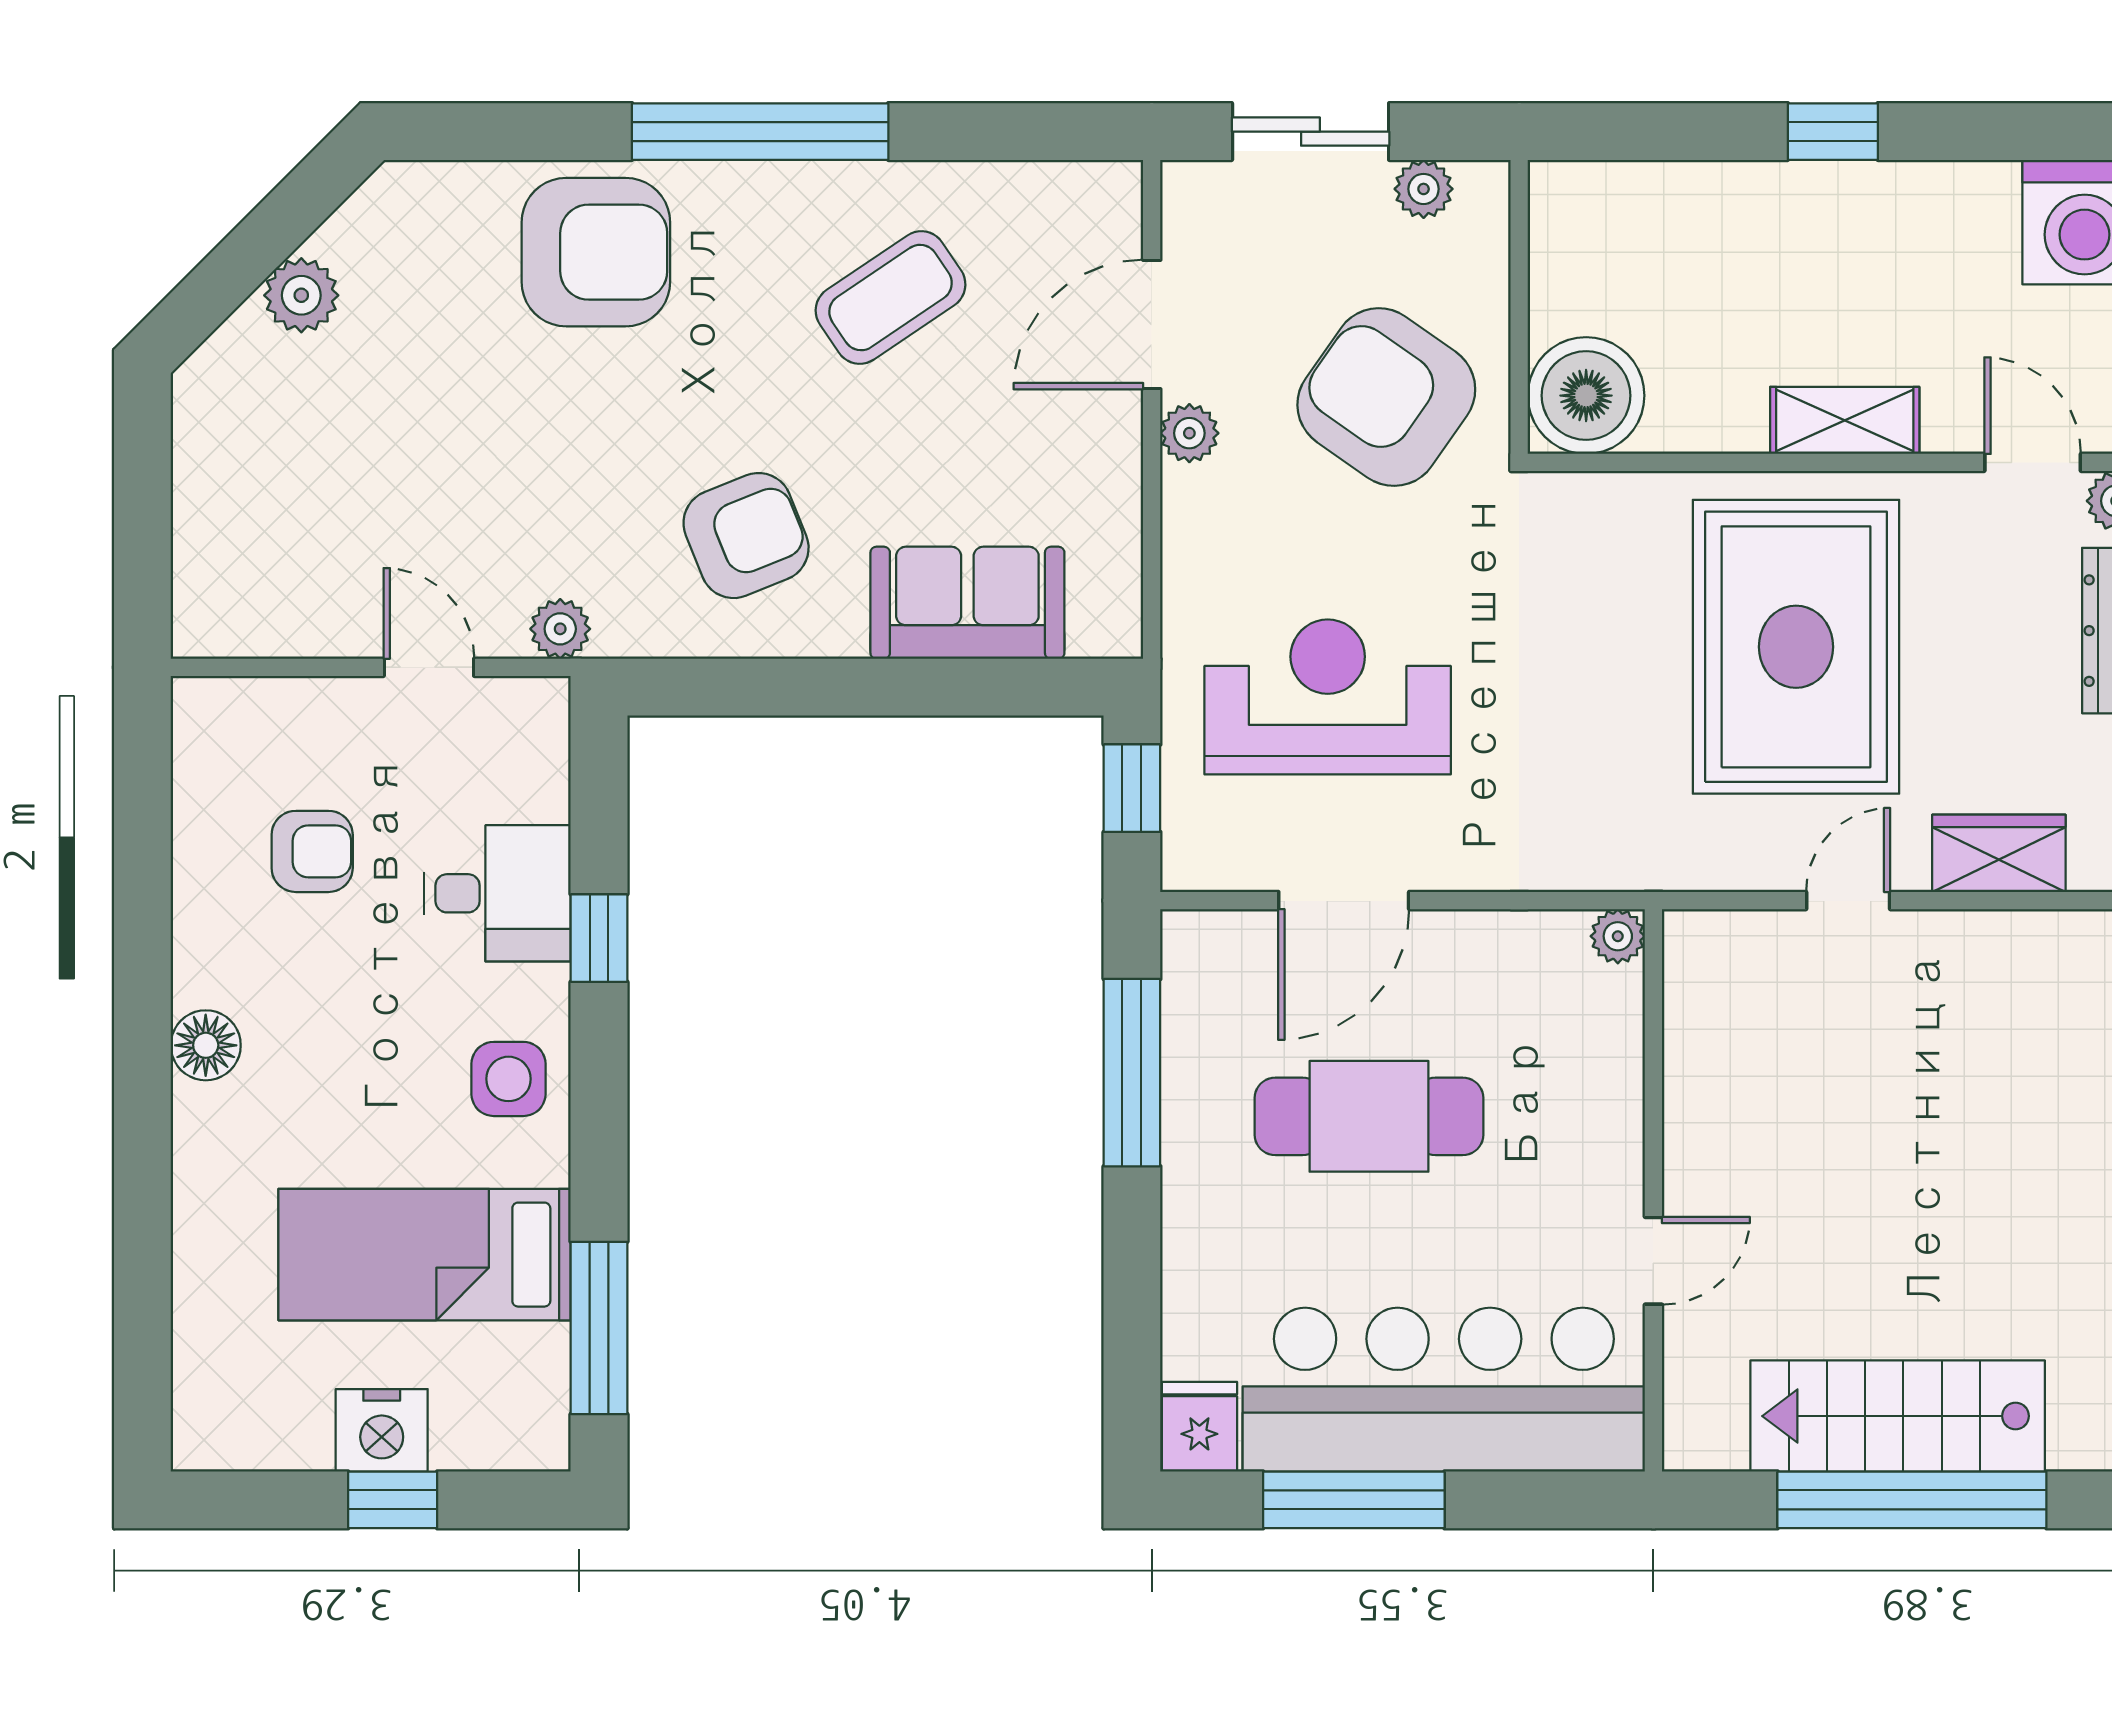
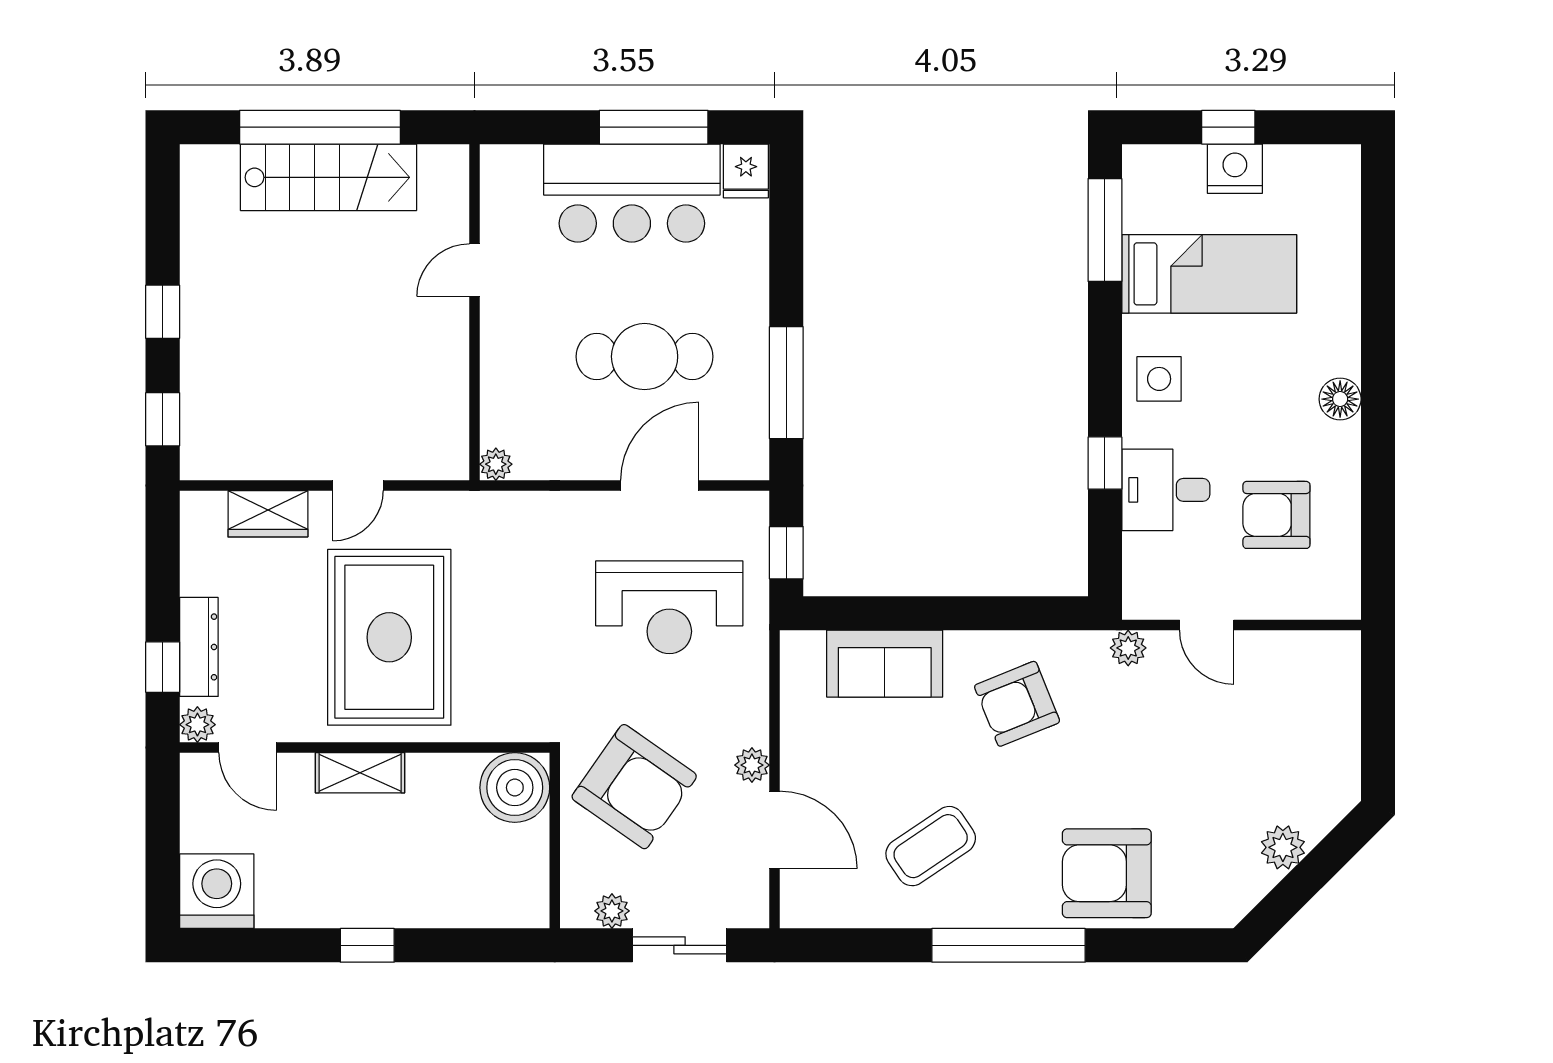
door: (1152, 325) -> (774, 830), hinge flipped
armchair: (312, 851) -> (1276, 515), width x1.38, depth x1.38
bar counter: (1444, 1390) -> (632, 193), width x0.73

